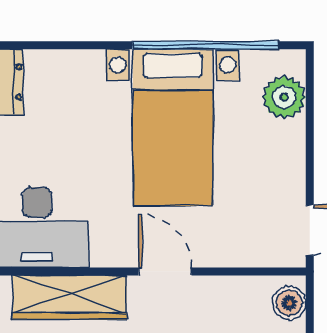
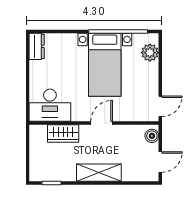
door: (165, 271) -> (102, 123), hinge flipped
wardrobe: (70, 297) -> (63, 134), width x0.67

